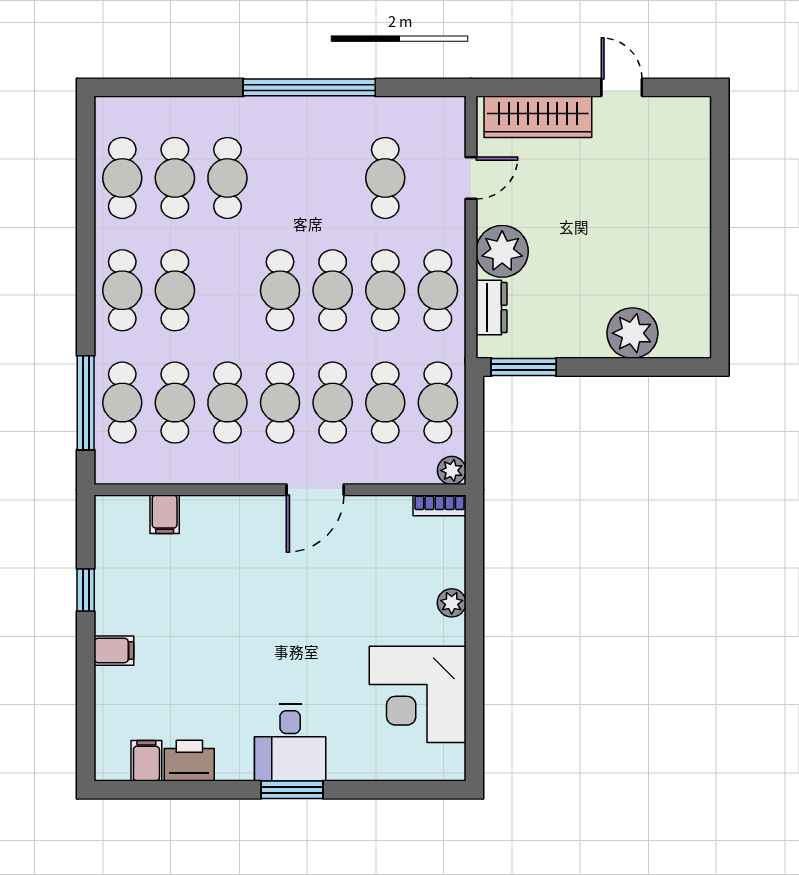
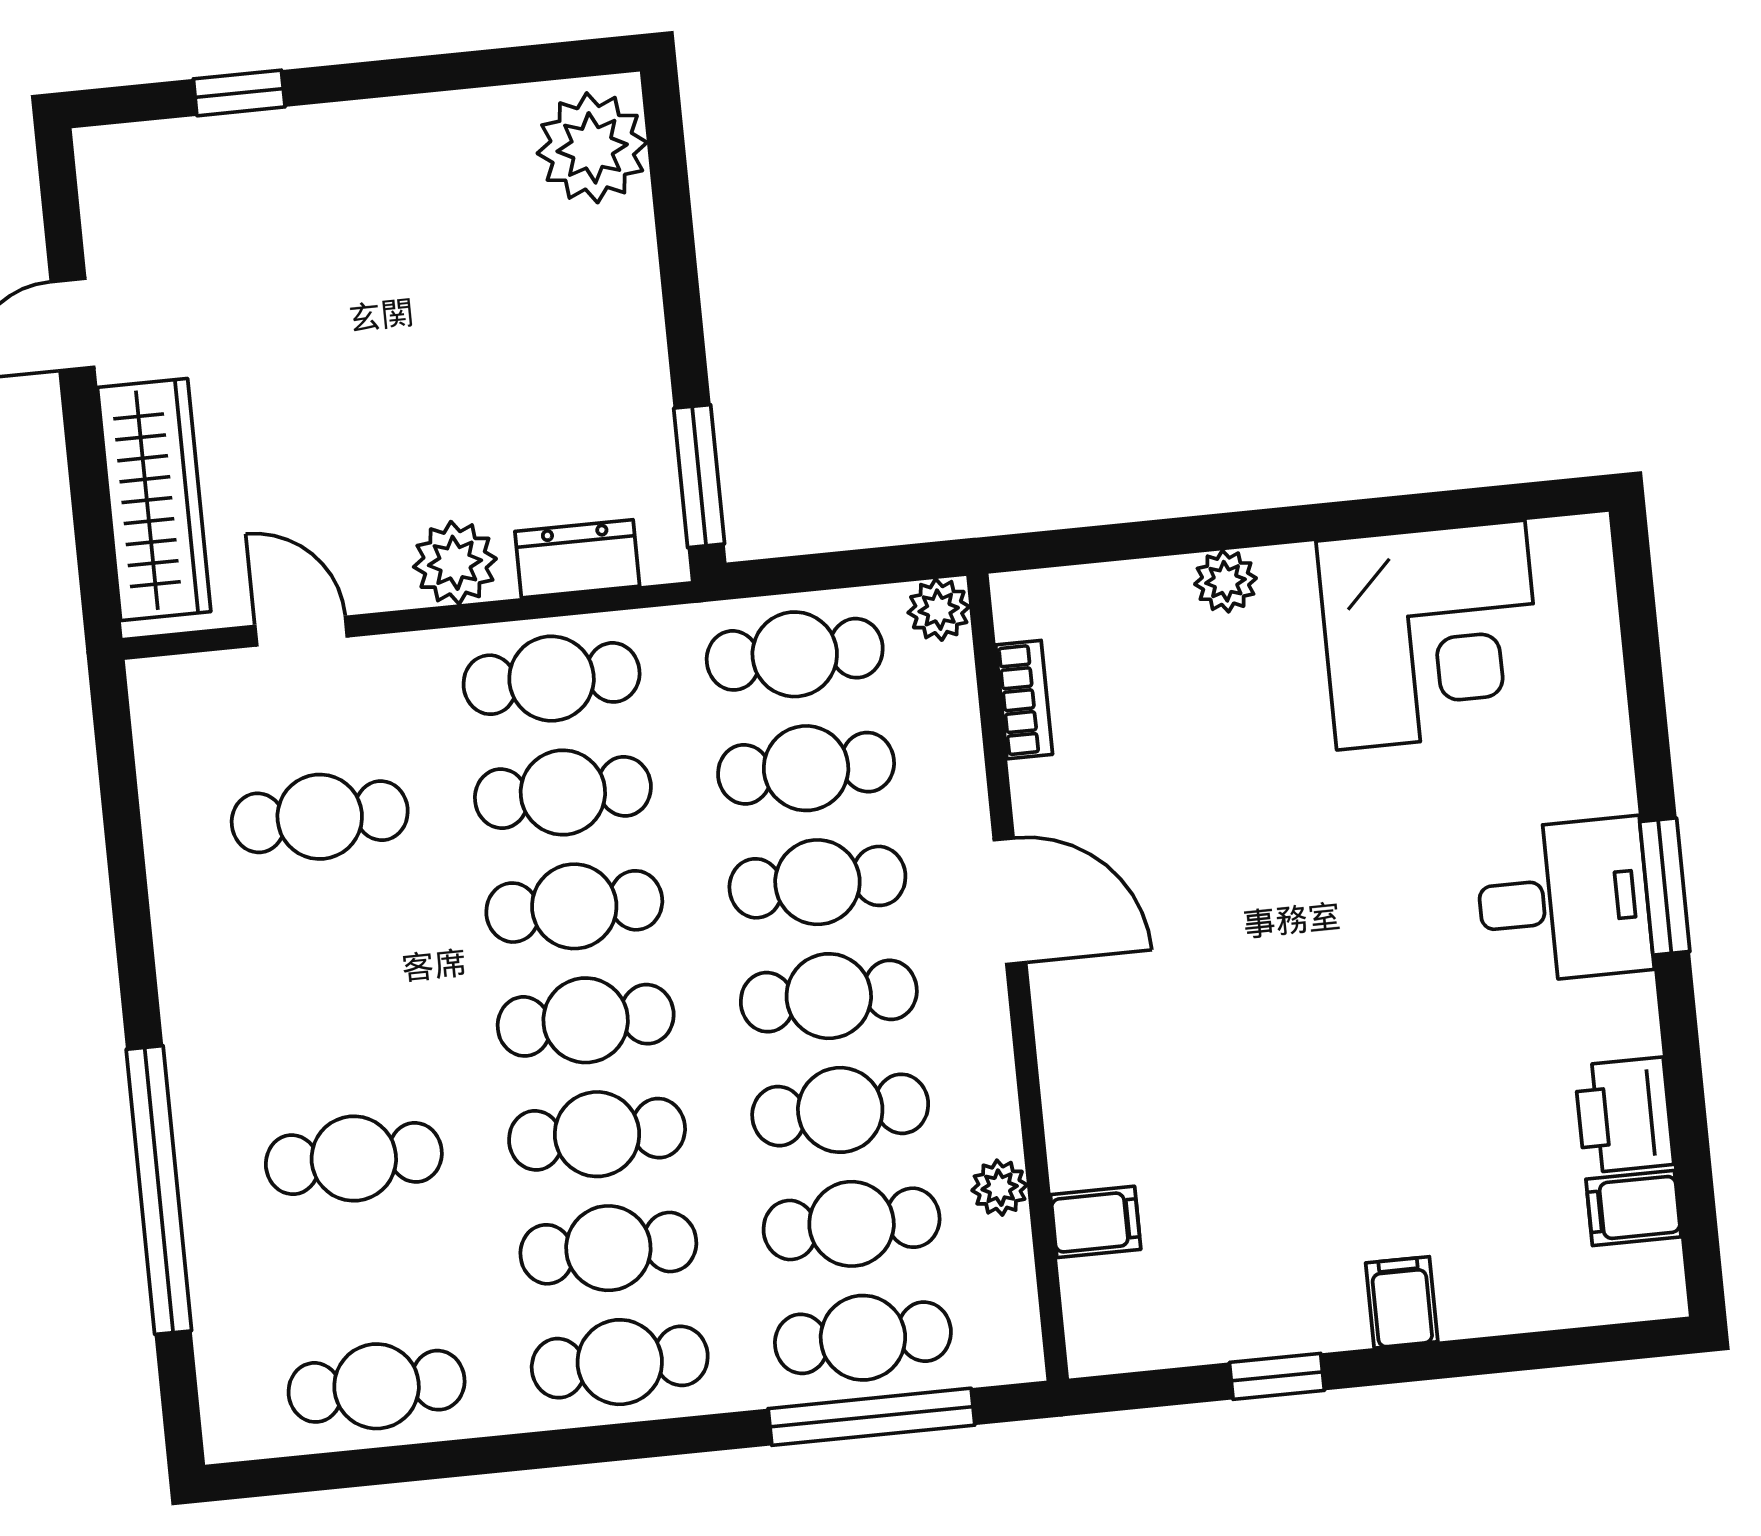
window: (309, 87) -> (159, 1190), moved
window: (720, 174) -> (239, 93), added
cafe table: (175, 178) -> (597, 1134), moved
plant: (502, 251) -> (455, 563), width x0.73, depth x0.73
plant: (632, 333) -> (592, 148), moved
plant: (185, 472) -> (1000, 1188), added
bookcase: (440, 505) -> (1024, 700), moved

